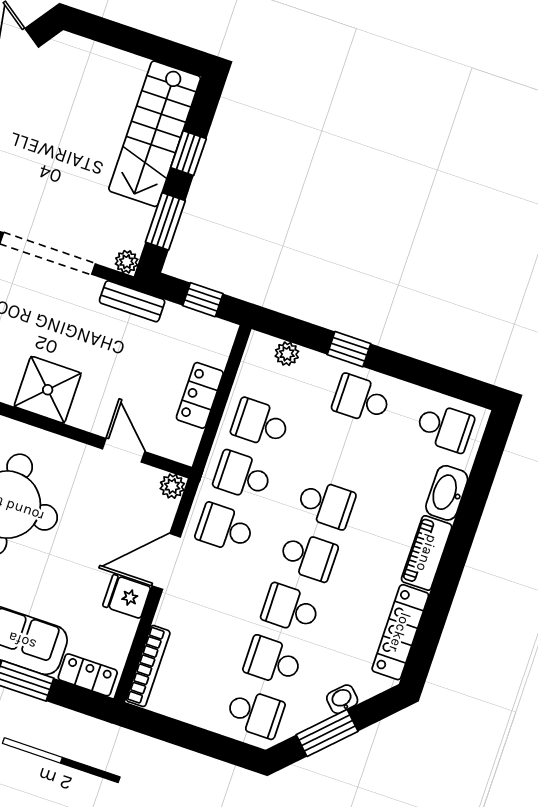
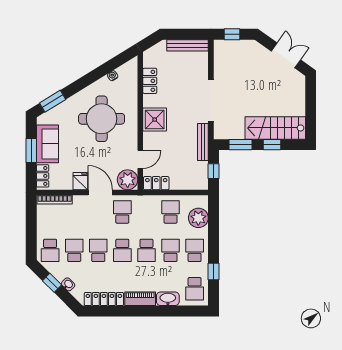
plant: (127, 262) -> (219, 134), removed
bench: (132, 301) -> (203, 142), width x1.36
window: (349, 349) -> (214, 272), moved
plant: (287, 354) -> (198, 218), width x1.87, depth x1.87
locker: (200, 395) -> (156, 183), moved
school desk: (243, 476) -> (171, 250), moved
plant: (172, 486) -> (128, 180), width x1.88, depth x1.88
window: (327, 733) -> (52, 283), width x0.67

